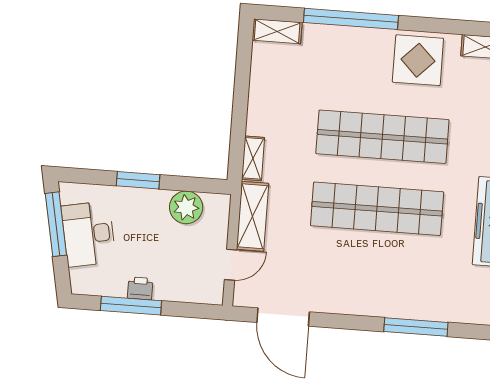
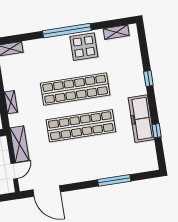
window: (351, 19) -> (67, 31), moved
shelving: (253, 158) -> (11, 102), moved

